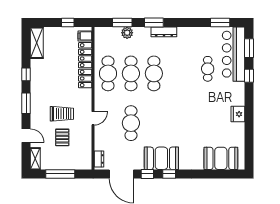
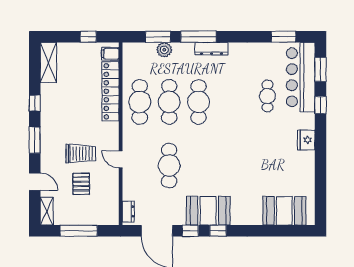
window: (154, 23) -> (199, 37), width x1.44
fridge: (238, 114) -> (306, 140), moved
door: (93, 118) -> (121, 159), swing flipped

